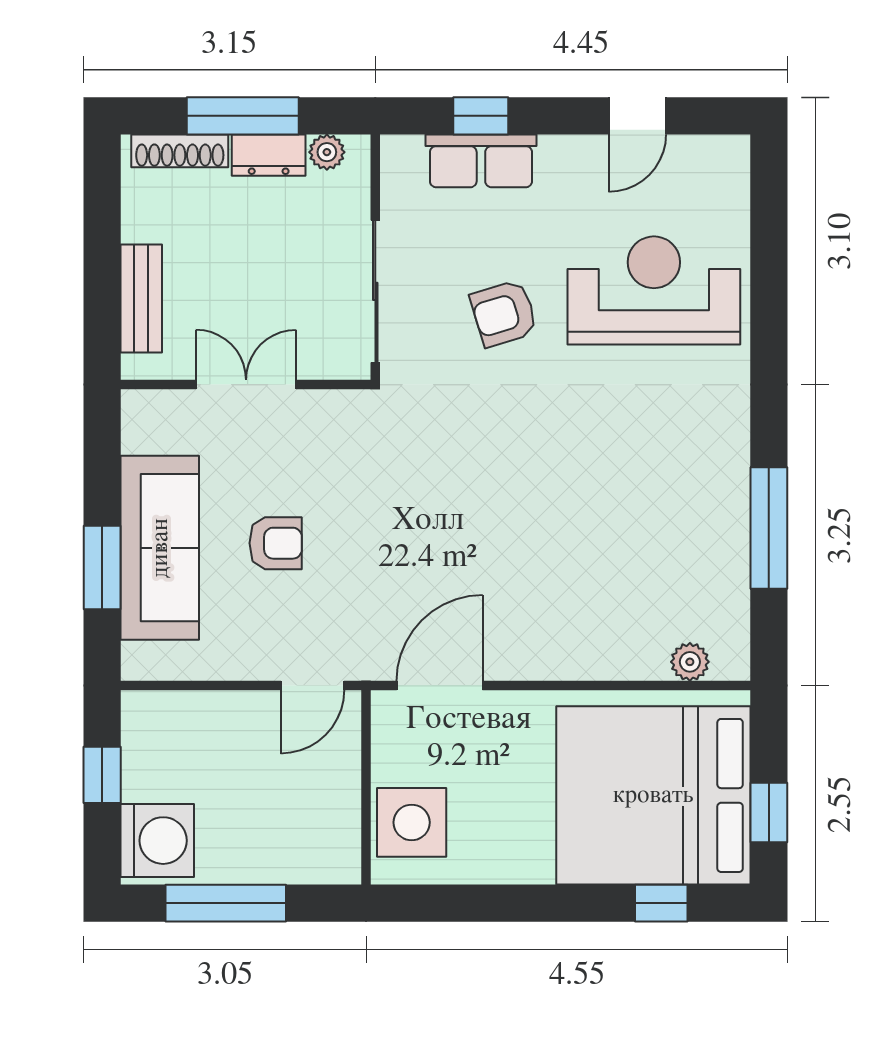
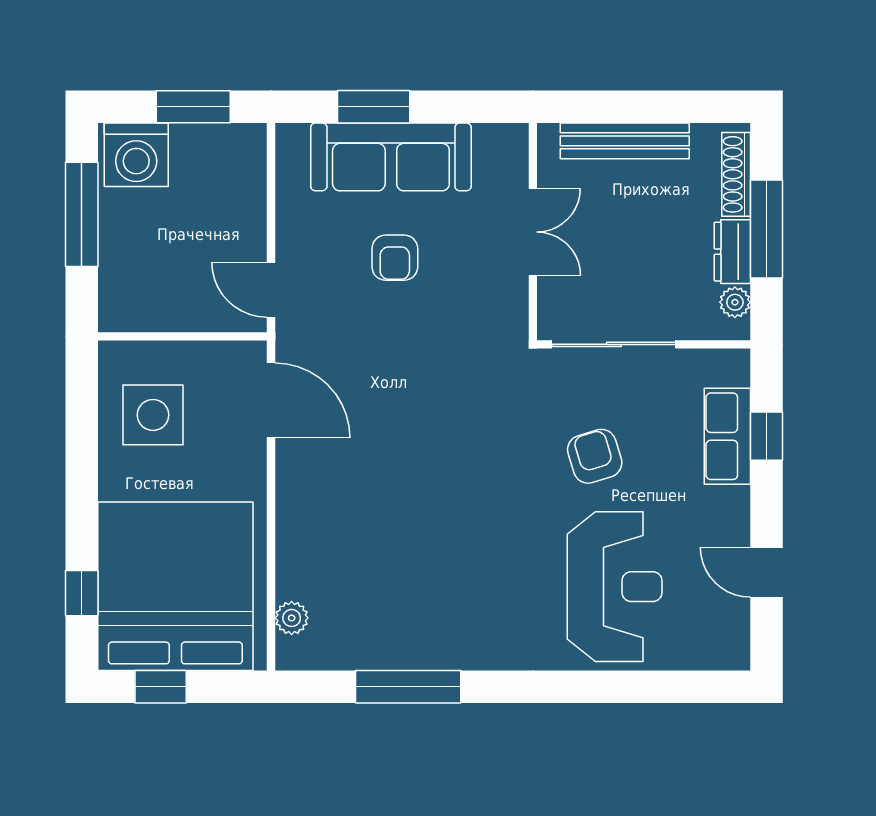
bench: (141, 299) -> (625, 141), width x1.36
window: (102, 775) -> (193, 107), width x1.50
side table: (412, 822) -> (153, 415), moved

